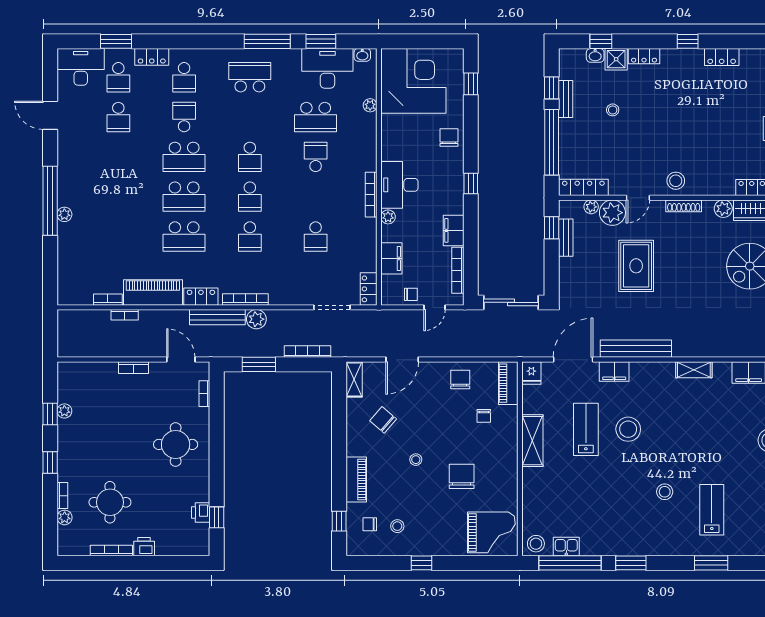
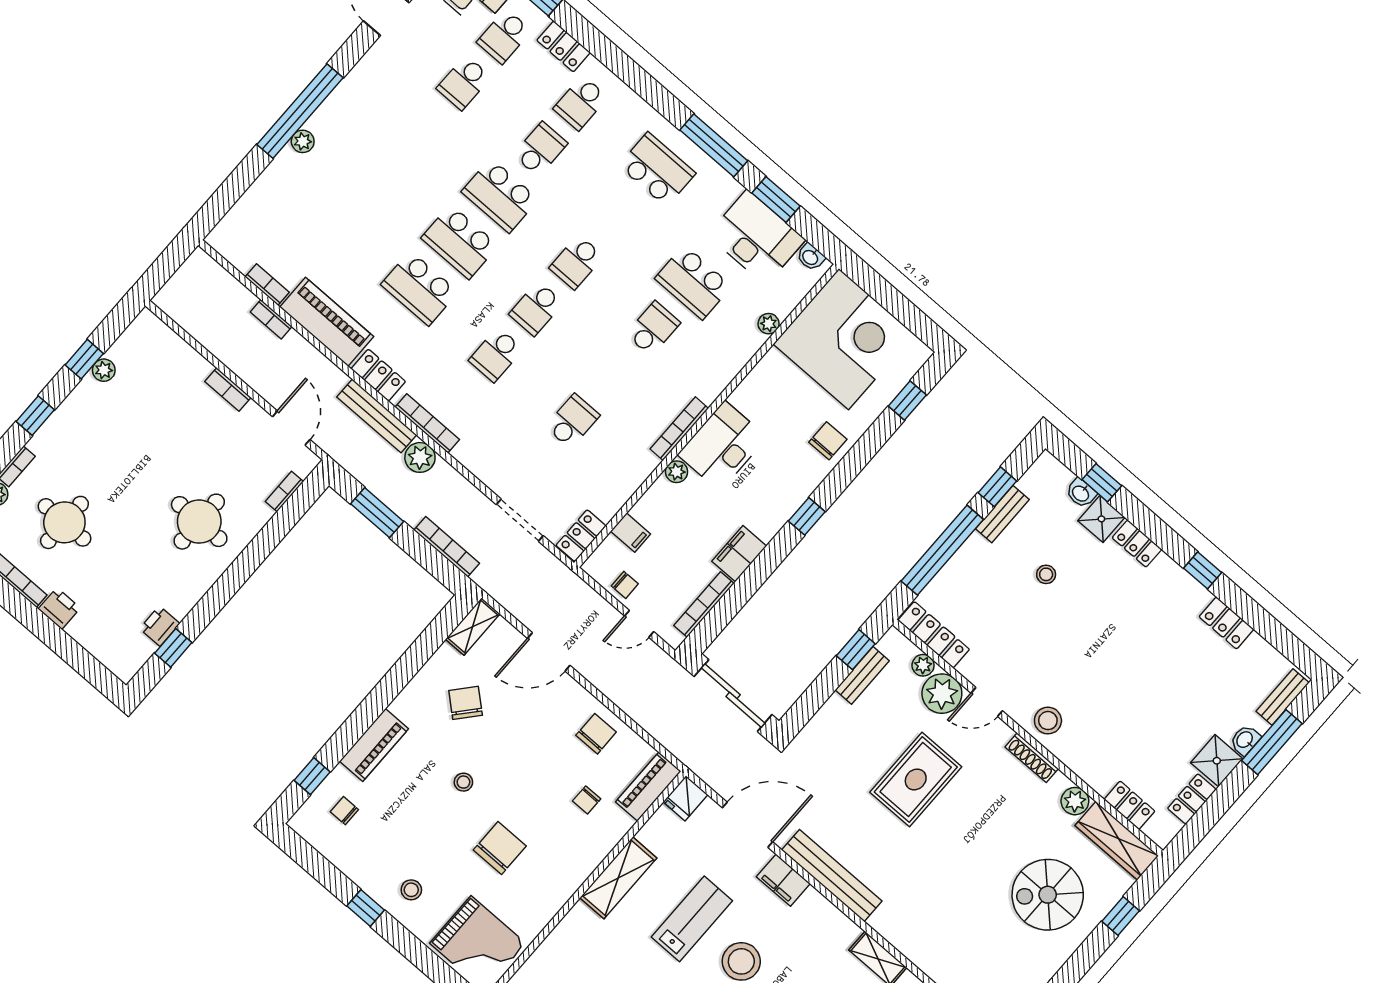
school desk: (316, 237) -> (572, 421), turned 180
filing cabinet: (391, 258) -> (631, 533), width x0.50
stool: (397, 526) -> (411, 890), moved

